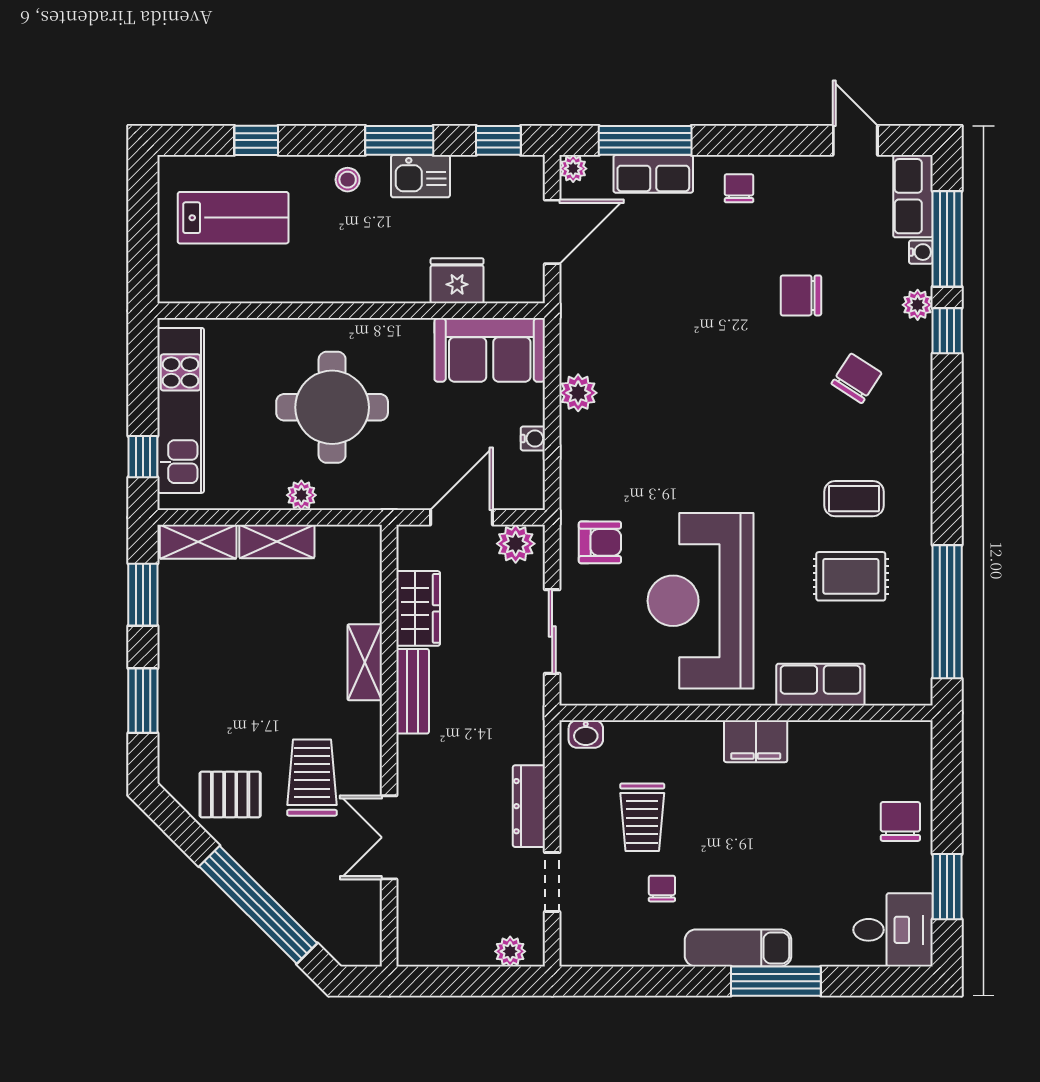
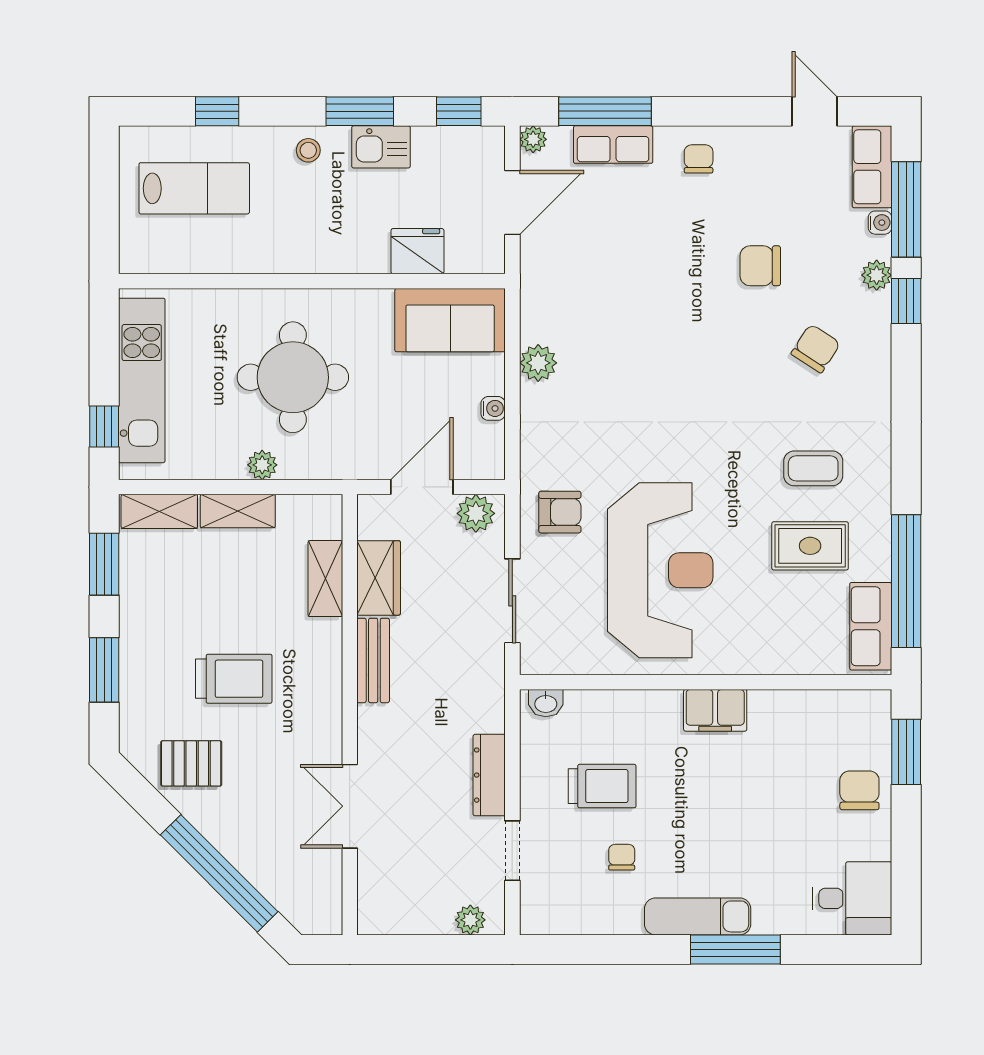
reception desk: (701, 601) -> (660, 570), turned 180
shelving: (365, 662) -> (325, 579), moved
row of seats: (820, 685) -> (871, 626), moved, turned -90
trolley: (312, 778) -> (234, 679), moved, turned 90
trolley: (642, 817) -> (602, 786), turned -90
window: (947, 887) -> (906, 752), moved

